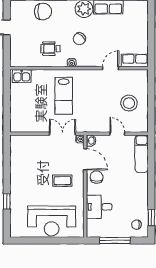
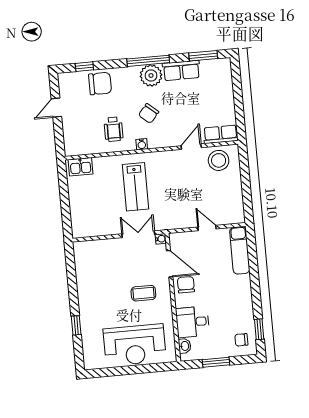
wheelchair: (50, 49) -> (113, 129), turned -90
stool: (129, 103) -> (219, 160), moved
washbasin: (91, 141) -> (185, 346), moved
window: (115, 241) -> (216, 362), width x0.69

